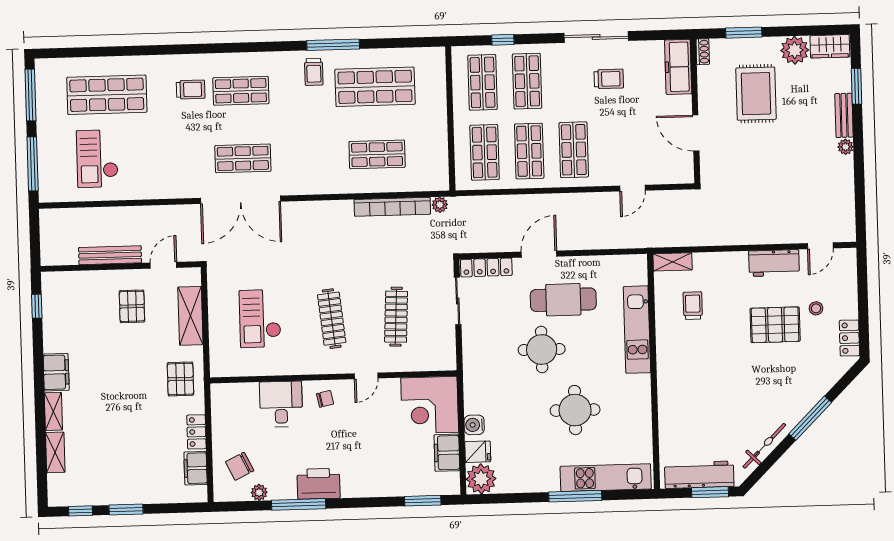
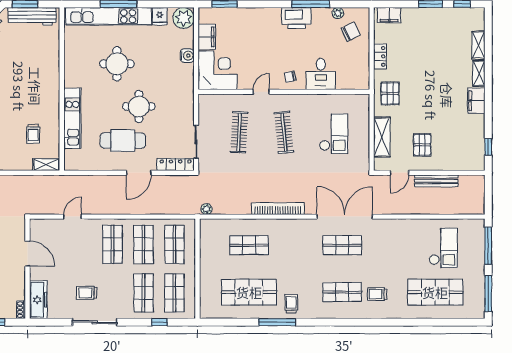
bookcase: (392, 207) -> (278, 209), moved
fridge: (478, 452) -> (160, 16), moved, turned -90
filing cabinet: (196, 468) -> (389, 15), moved, turned 90
kitchen unit: (606, 478) -> (108, 16), width x1.36

